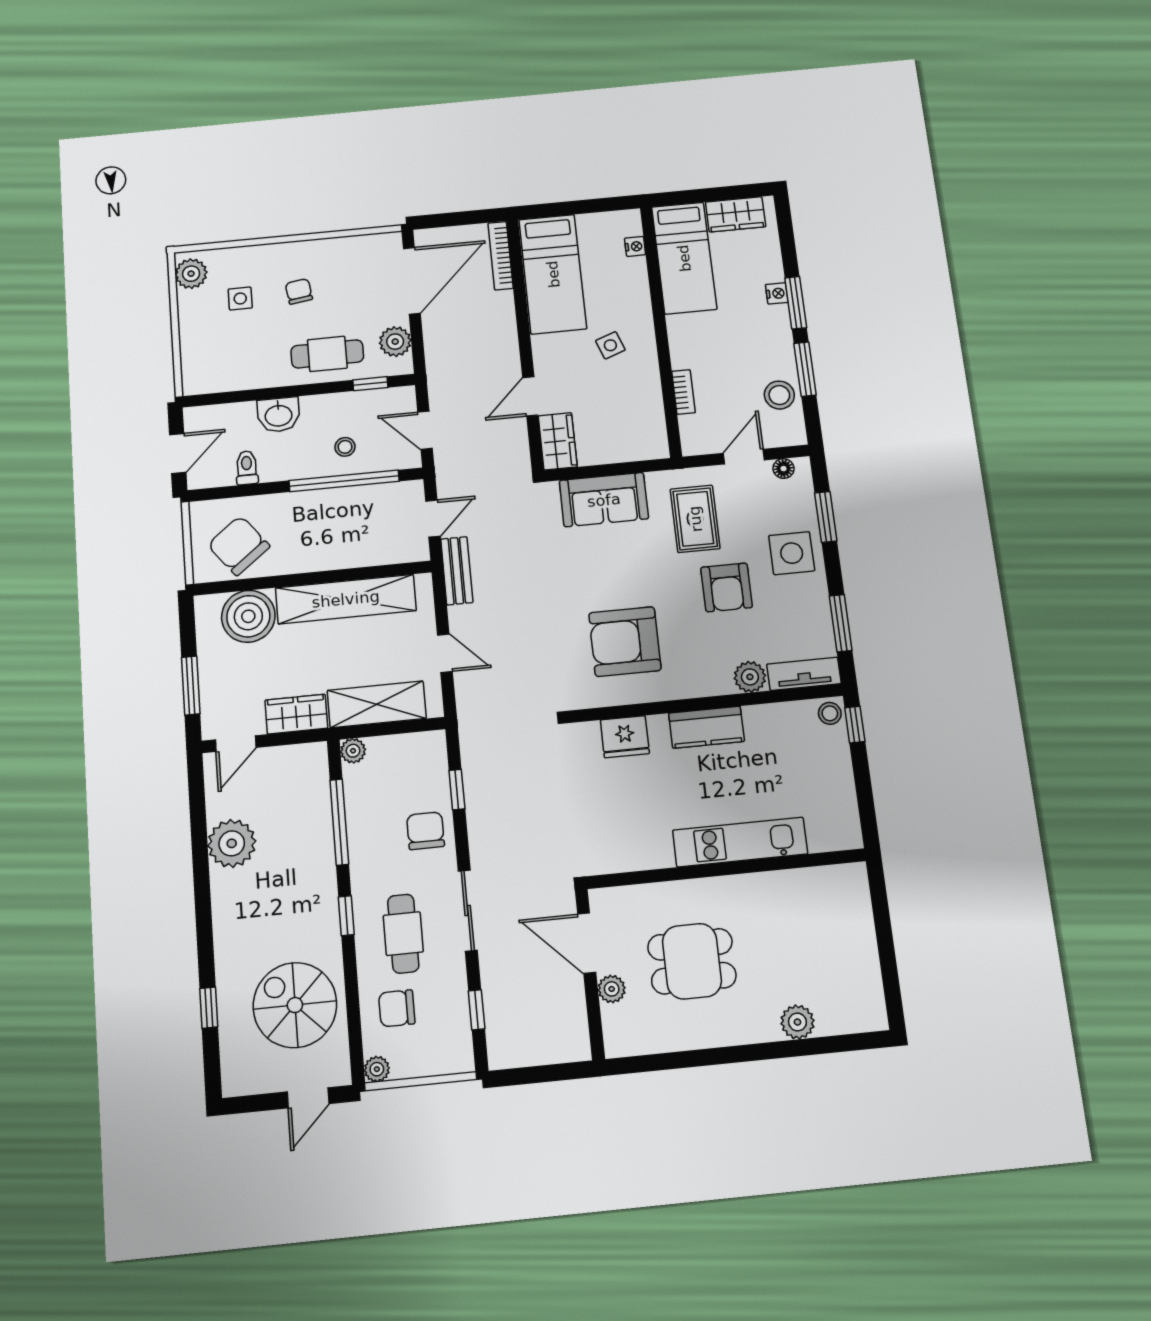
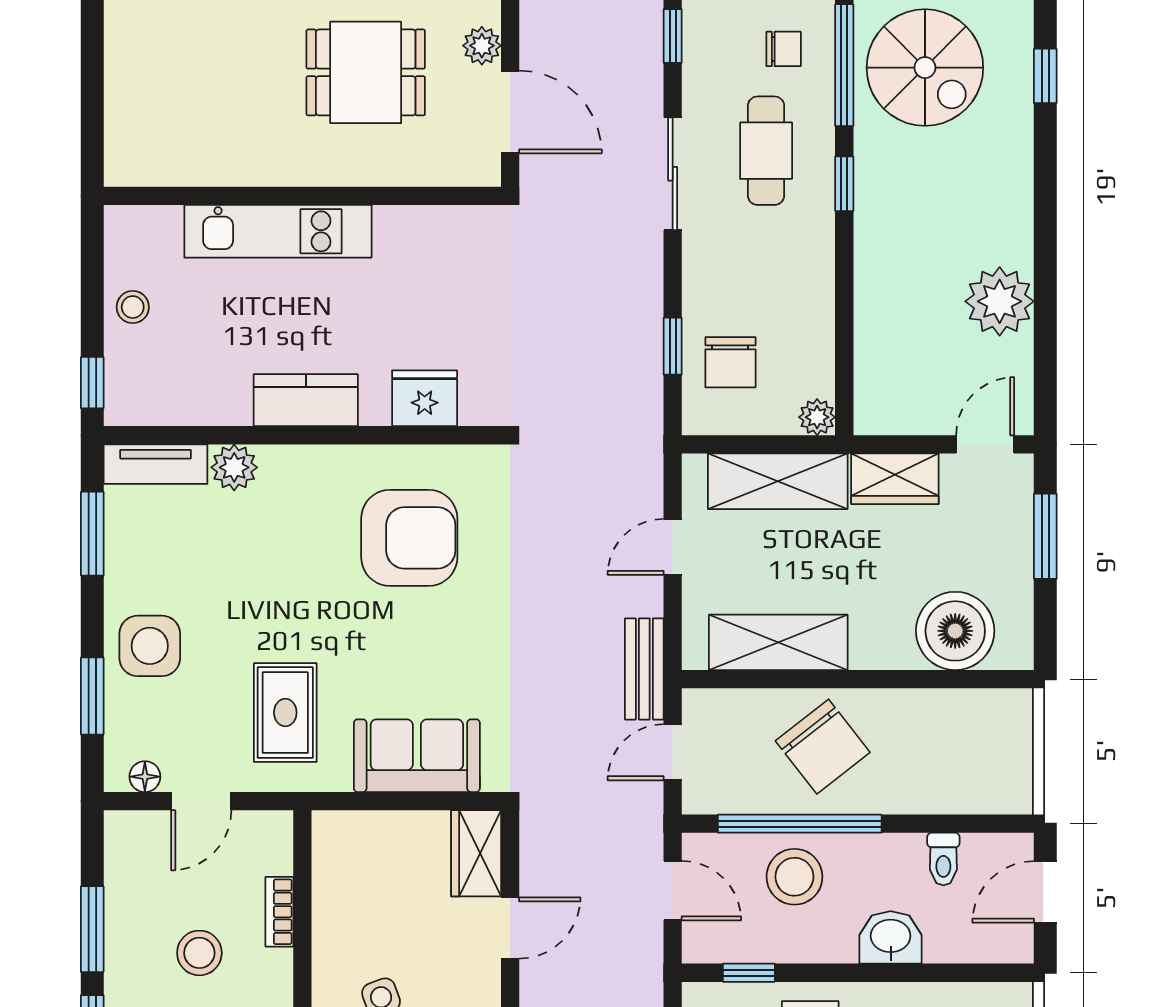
stool: (779, 395) -> (199, 953), moved
stool: (345, 447) -> (794, 877), width x1.89, depth x1.89
chair: (239, 546) -> (823, 747), moved
armchair: (727, 587) -> (252, 604), removed
shelving: (346, 599) -> (778, 642), width x0.68
door: (445, 653) -> (673, 547), hinge flipped
stool: (830, 713) -> (133, 307), moved
window: (339, 822) -> (844, 65), moved
chair: (425, 831) -> (730, 362), moved
chair: (397, 1008) -> (784, 49), width x0.73, depth x0.73

